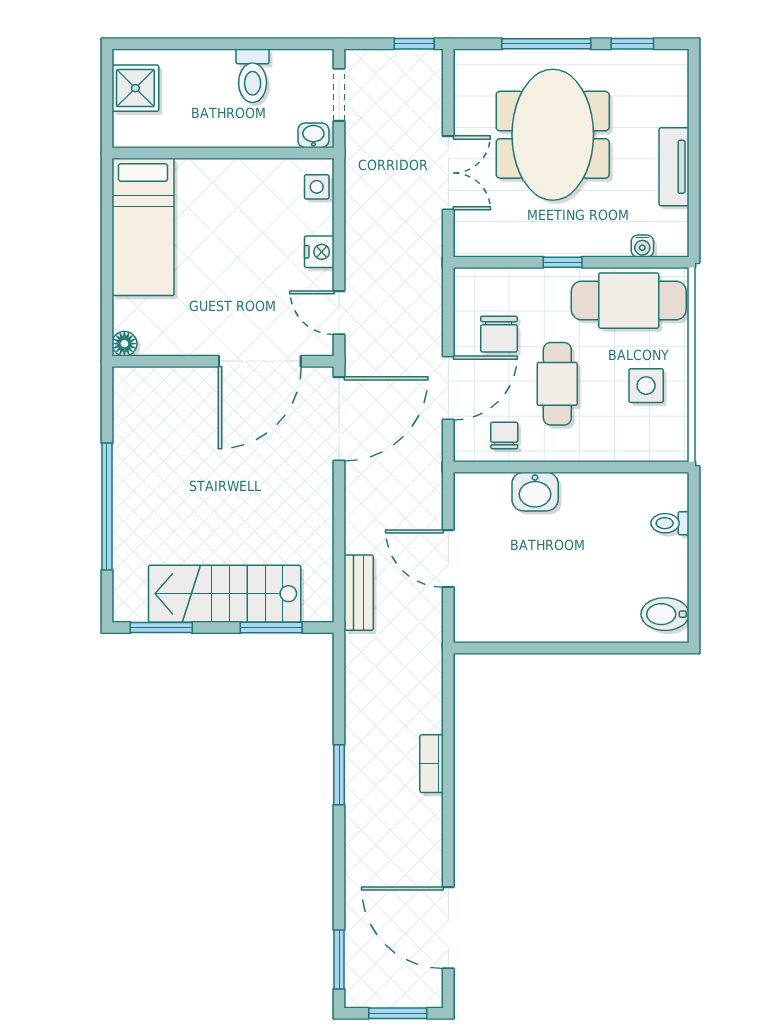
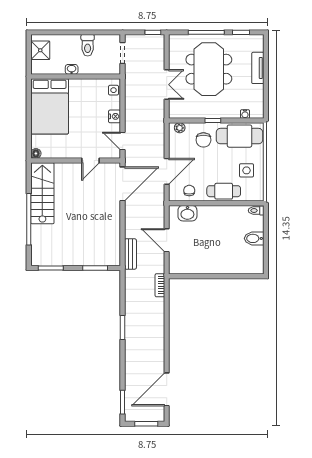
washbasin: (313, 135) -> (72, 69), moved
tv unit: (674, 167) -> (258, 68), moved
bed: (143, 227) -> (50, 106), width x1.50
plant: (481, 280) -> (180, 128), added
chair: (499, 334) -> (203, 140), moved
door: (260, 361) -> (91, 161), width x0.53
cafe table: (557, 384) -> (224, 191), moved, turned 90
washbasin: (535, 492) -> (187, 213), moved
toilet: (670, 523) -> (256, 211), moved
stairs: (225, 594) -> (42, 193), moved, turned 90
bidet: (665, 614) -> (254, 238), moved
bookcase: (432, 764) -> (160, 285), moved
door: (448, 928) -> (167, 389), hinge flipped

